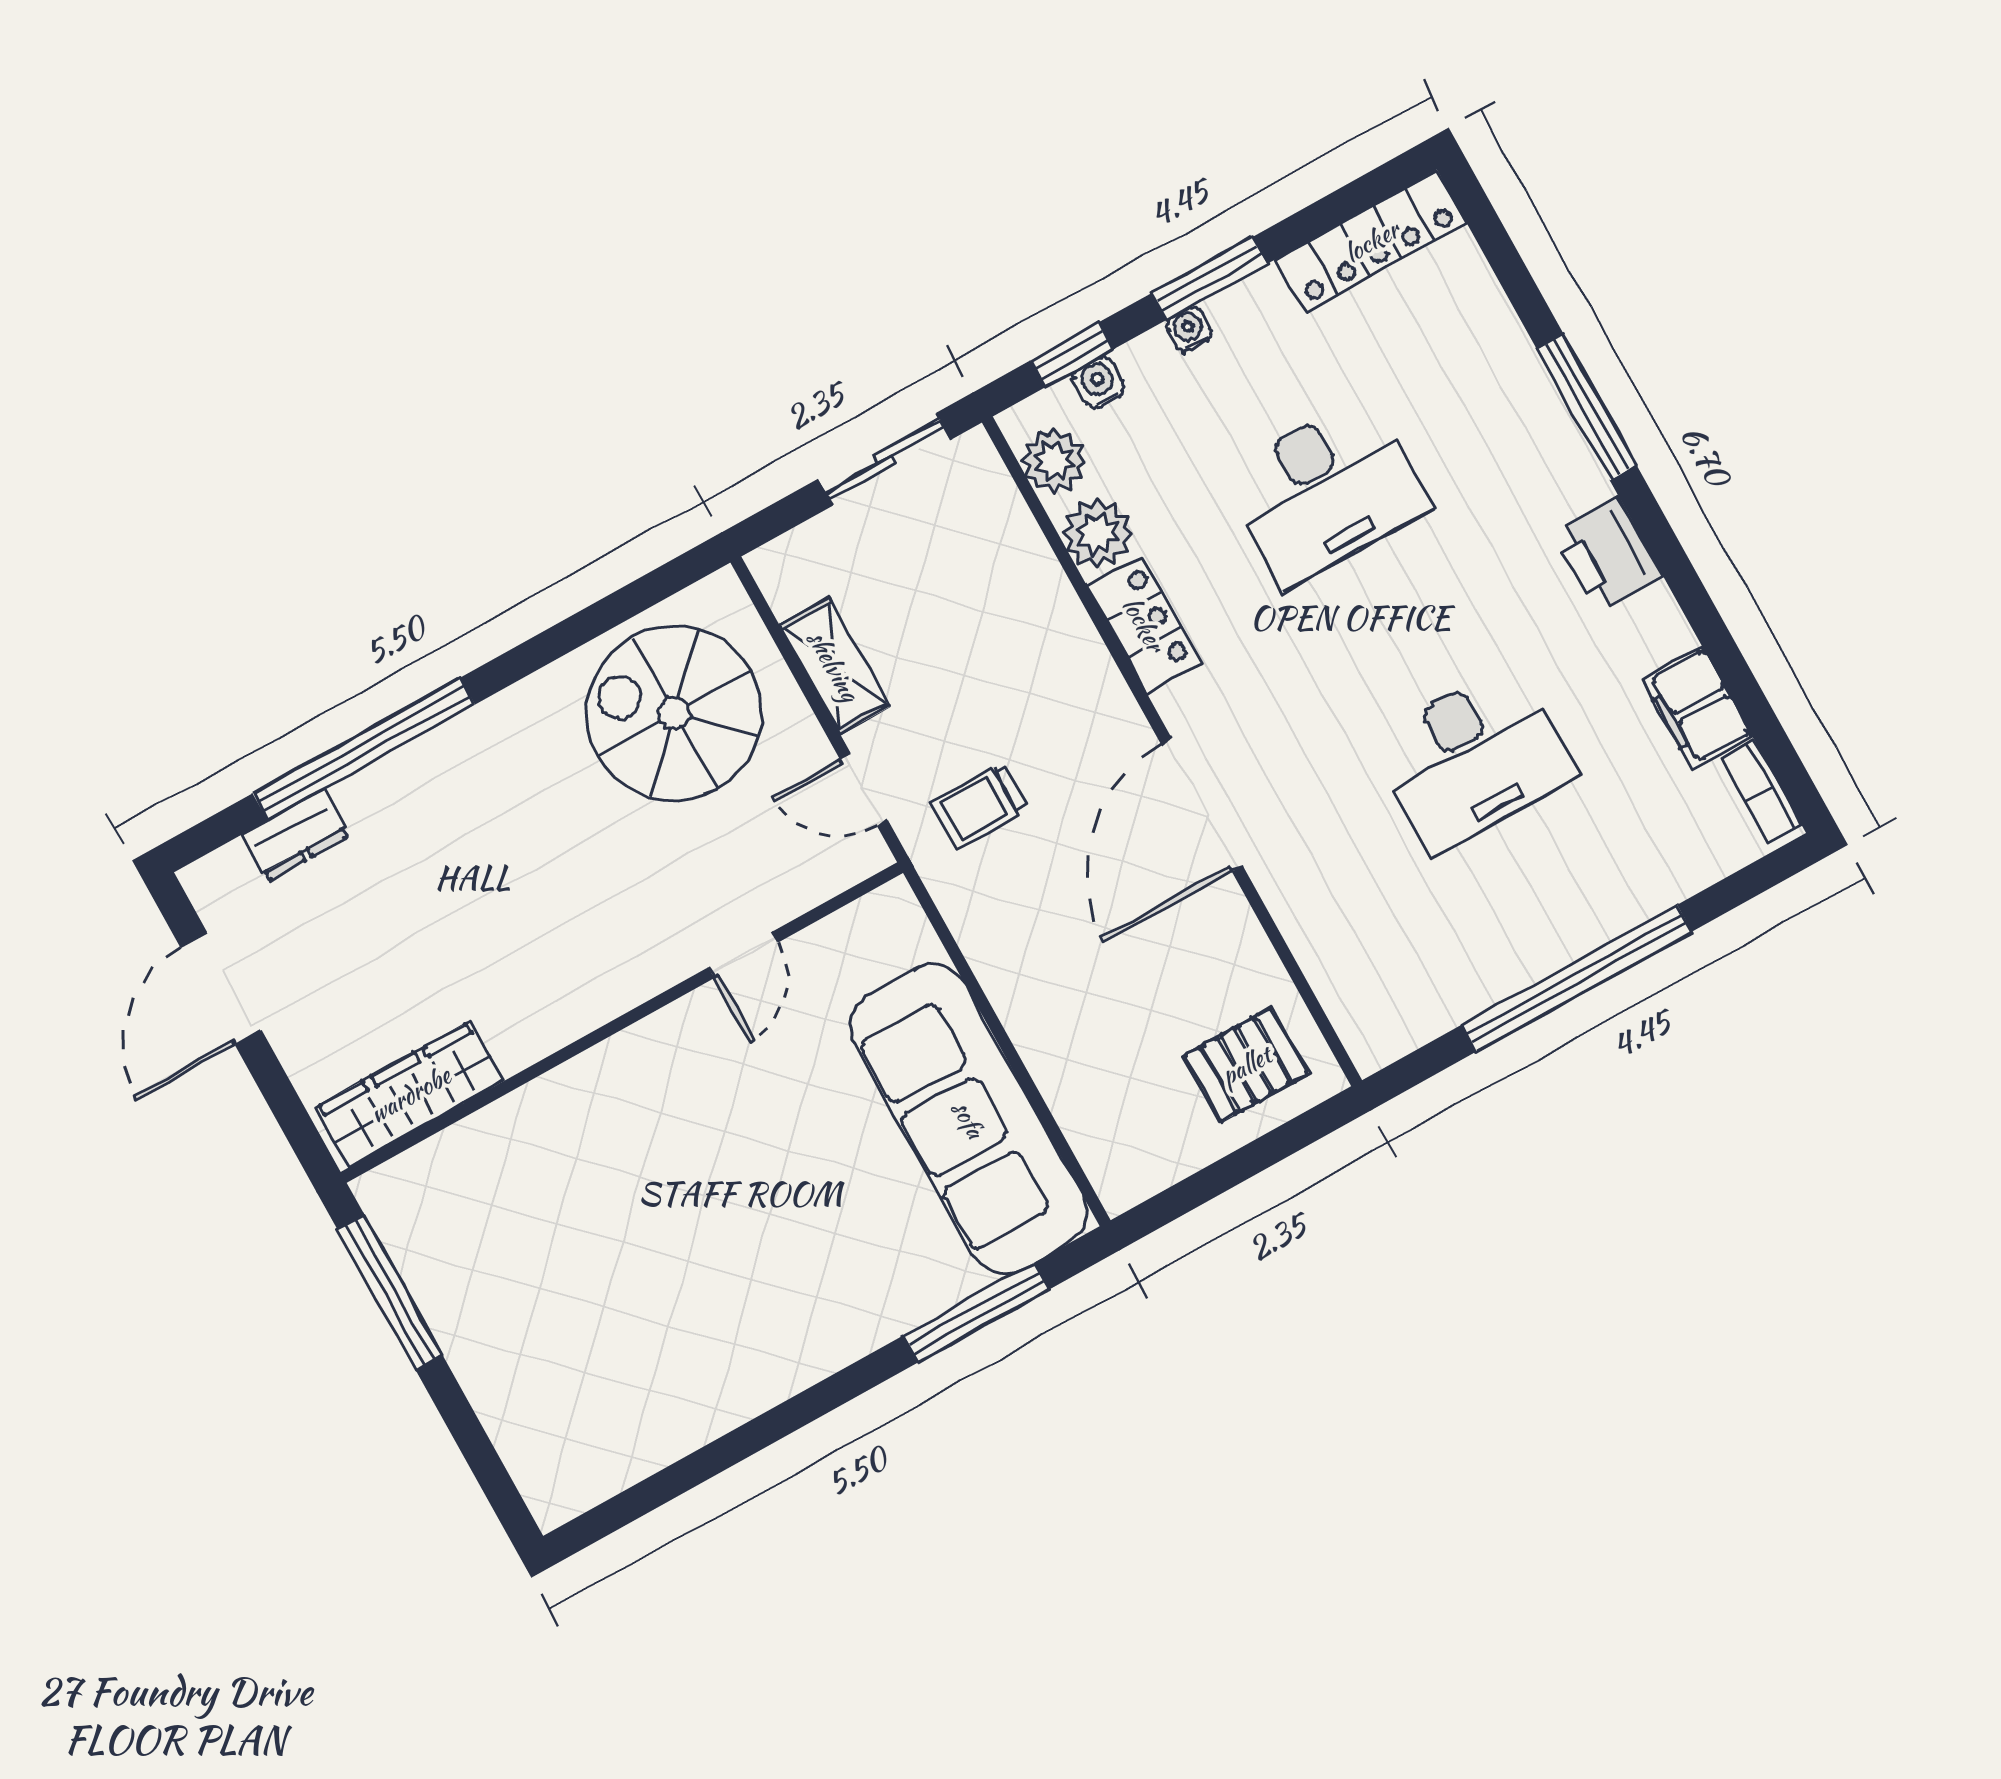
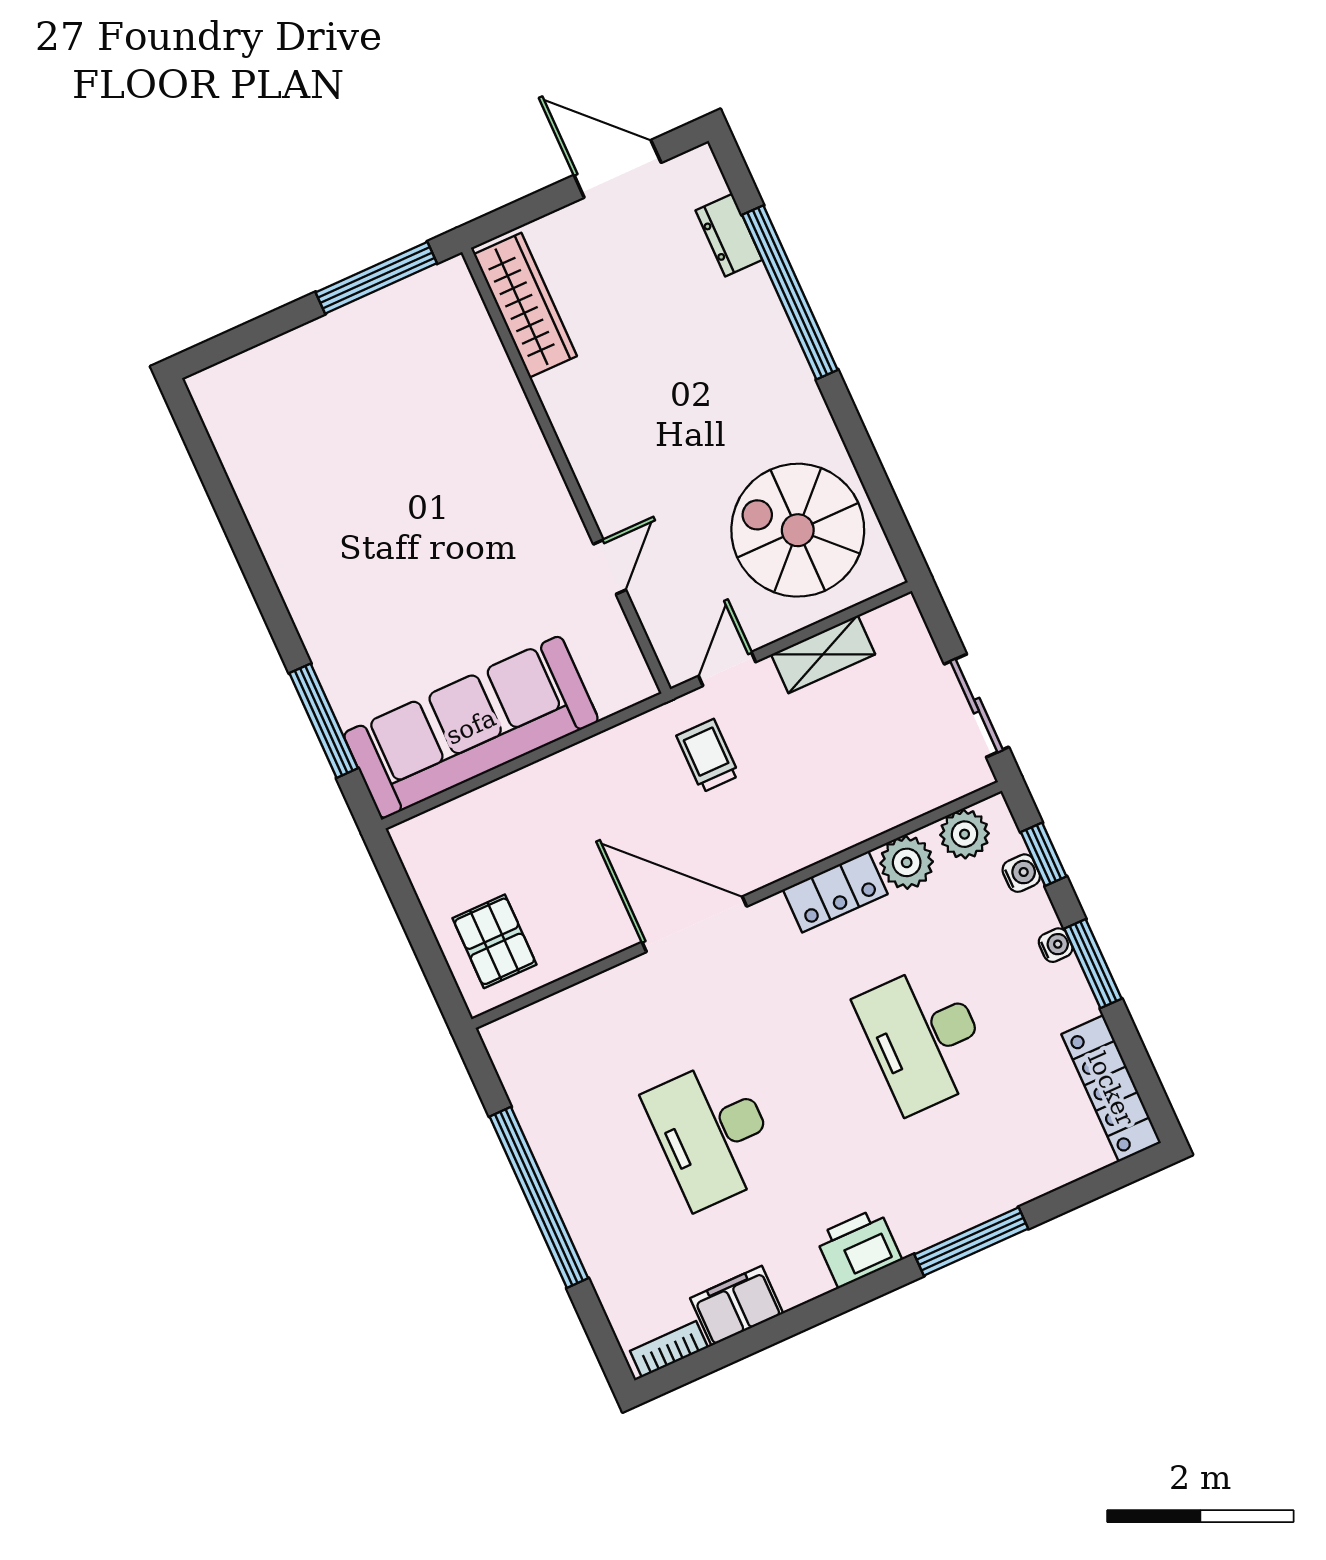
spiral stairs: (674, 713) -> (798, 530), turned -90
door: (743, 955) -> (610, 567), swing flipped

